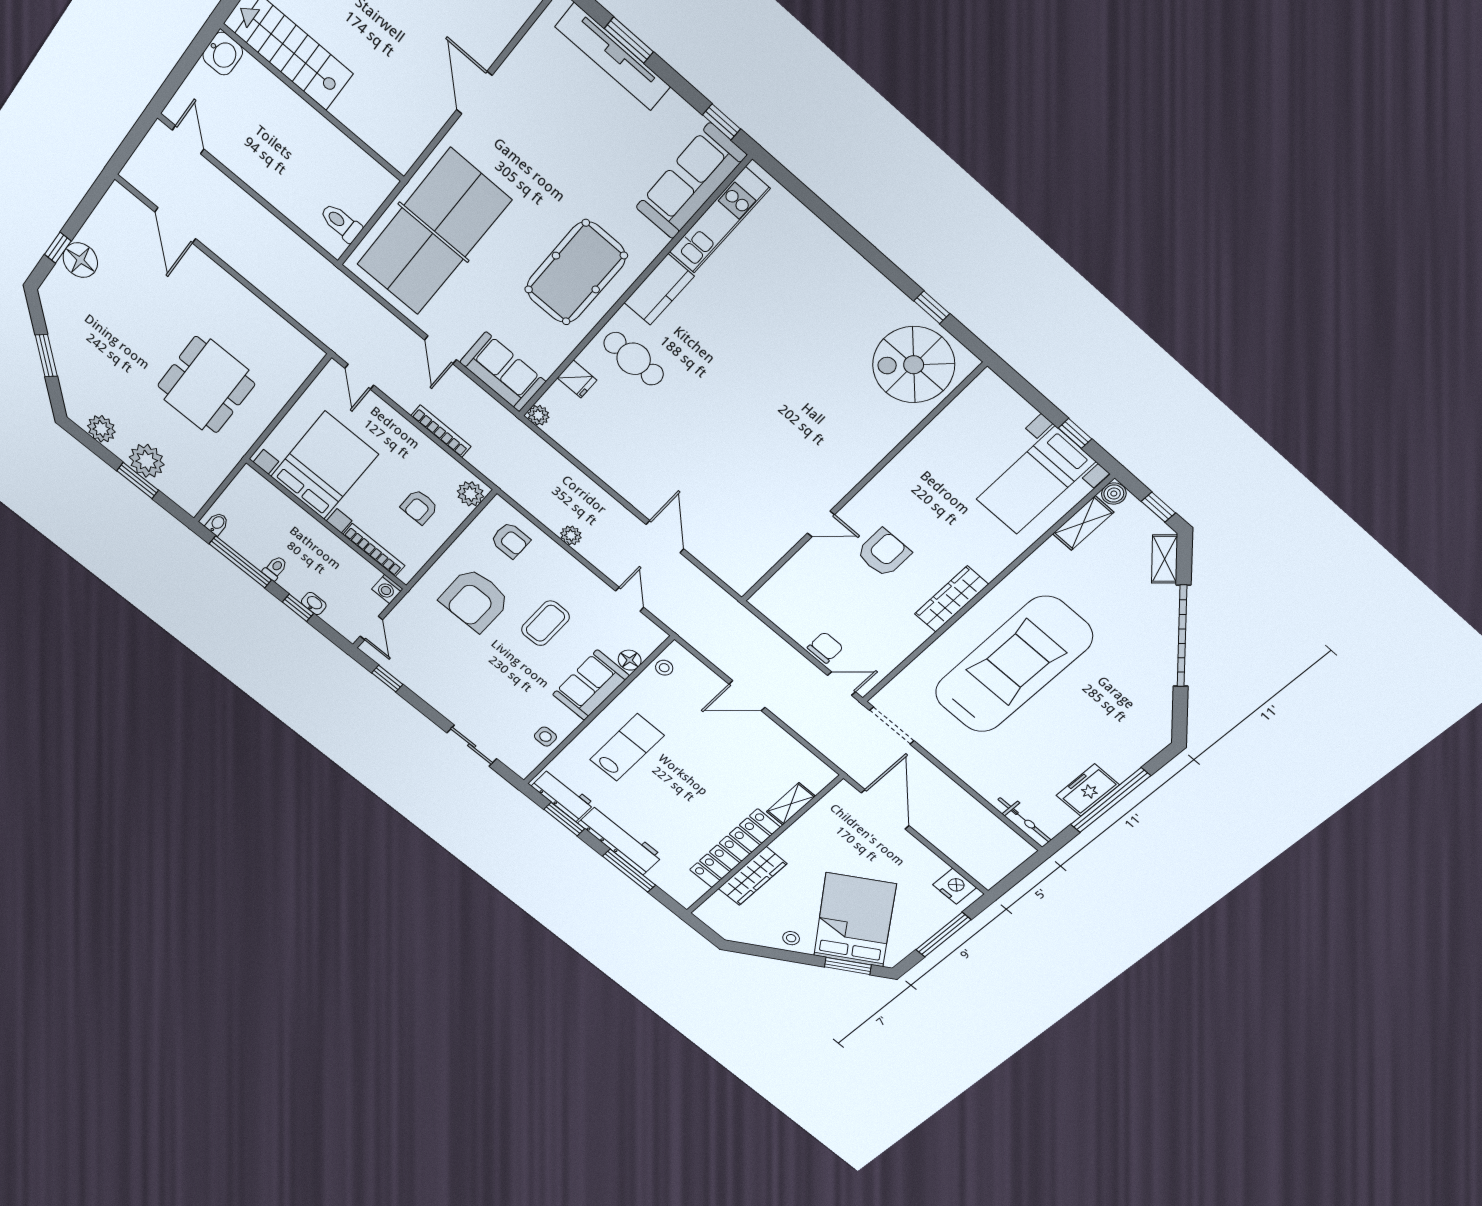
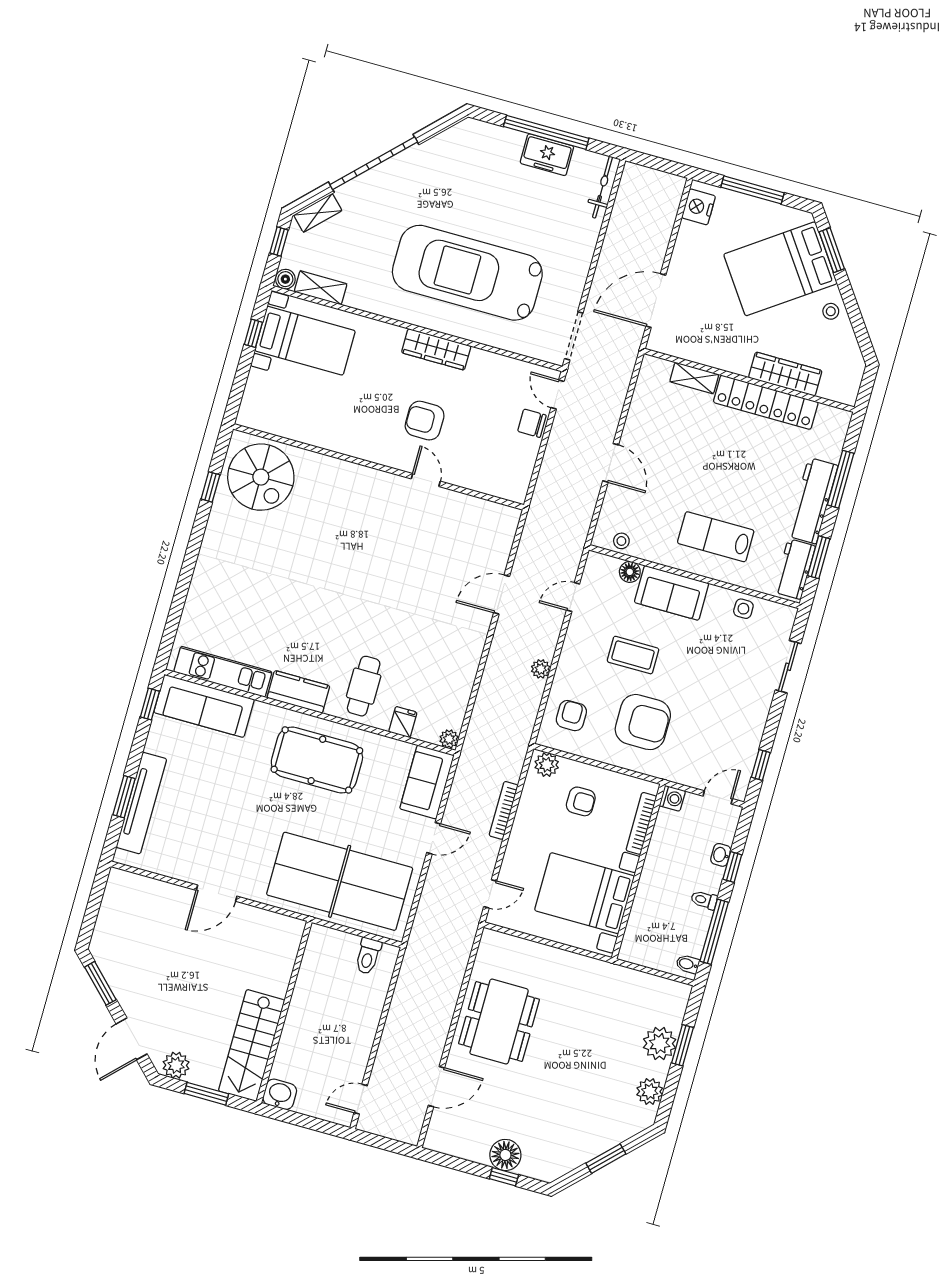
dining table: (206, 385) -> (499, 1022), moved, turned 90

